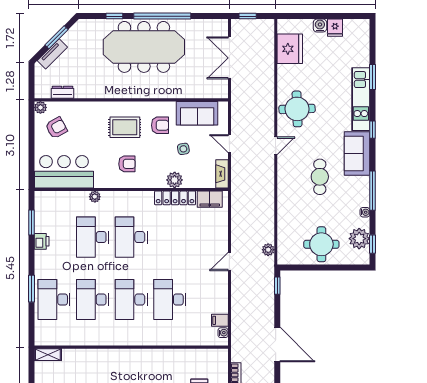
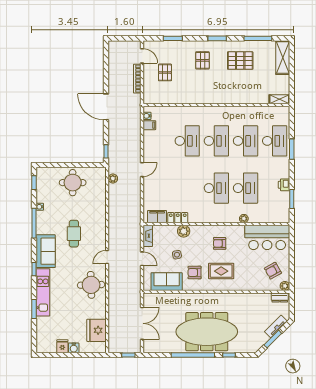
dresser: (63, 92) -> (280, 297), moved
locker: (175, 198) -> (178, 218), width x0.66
plant: (359, 239) -> (44, 187), removed

